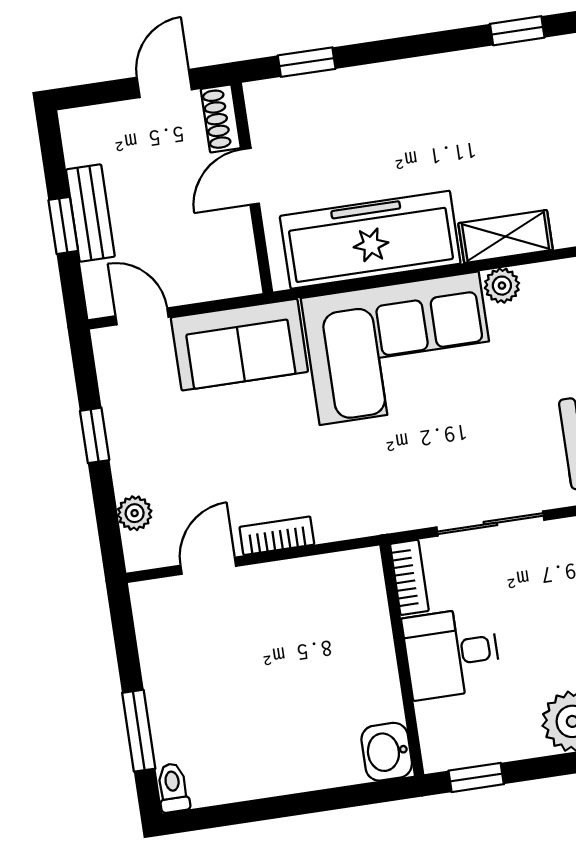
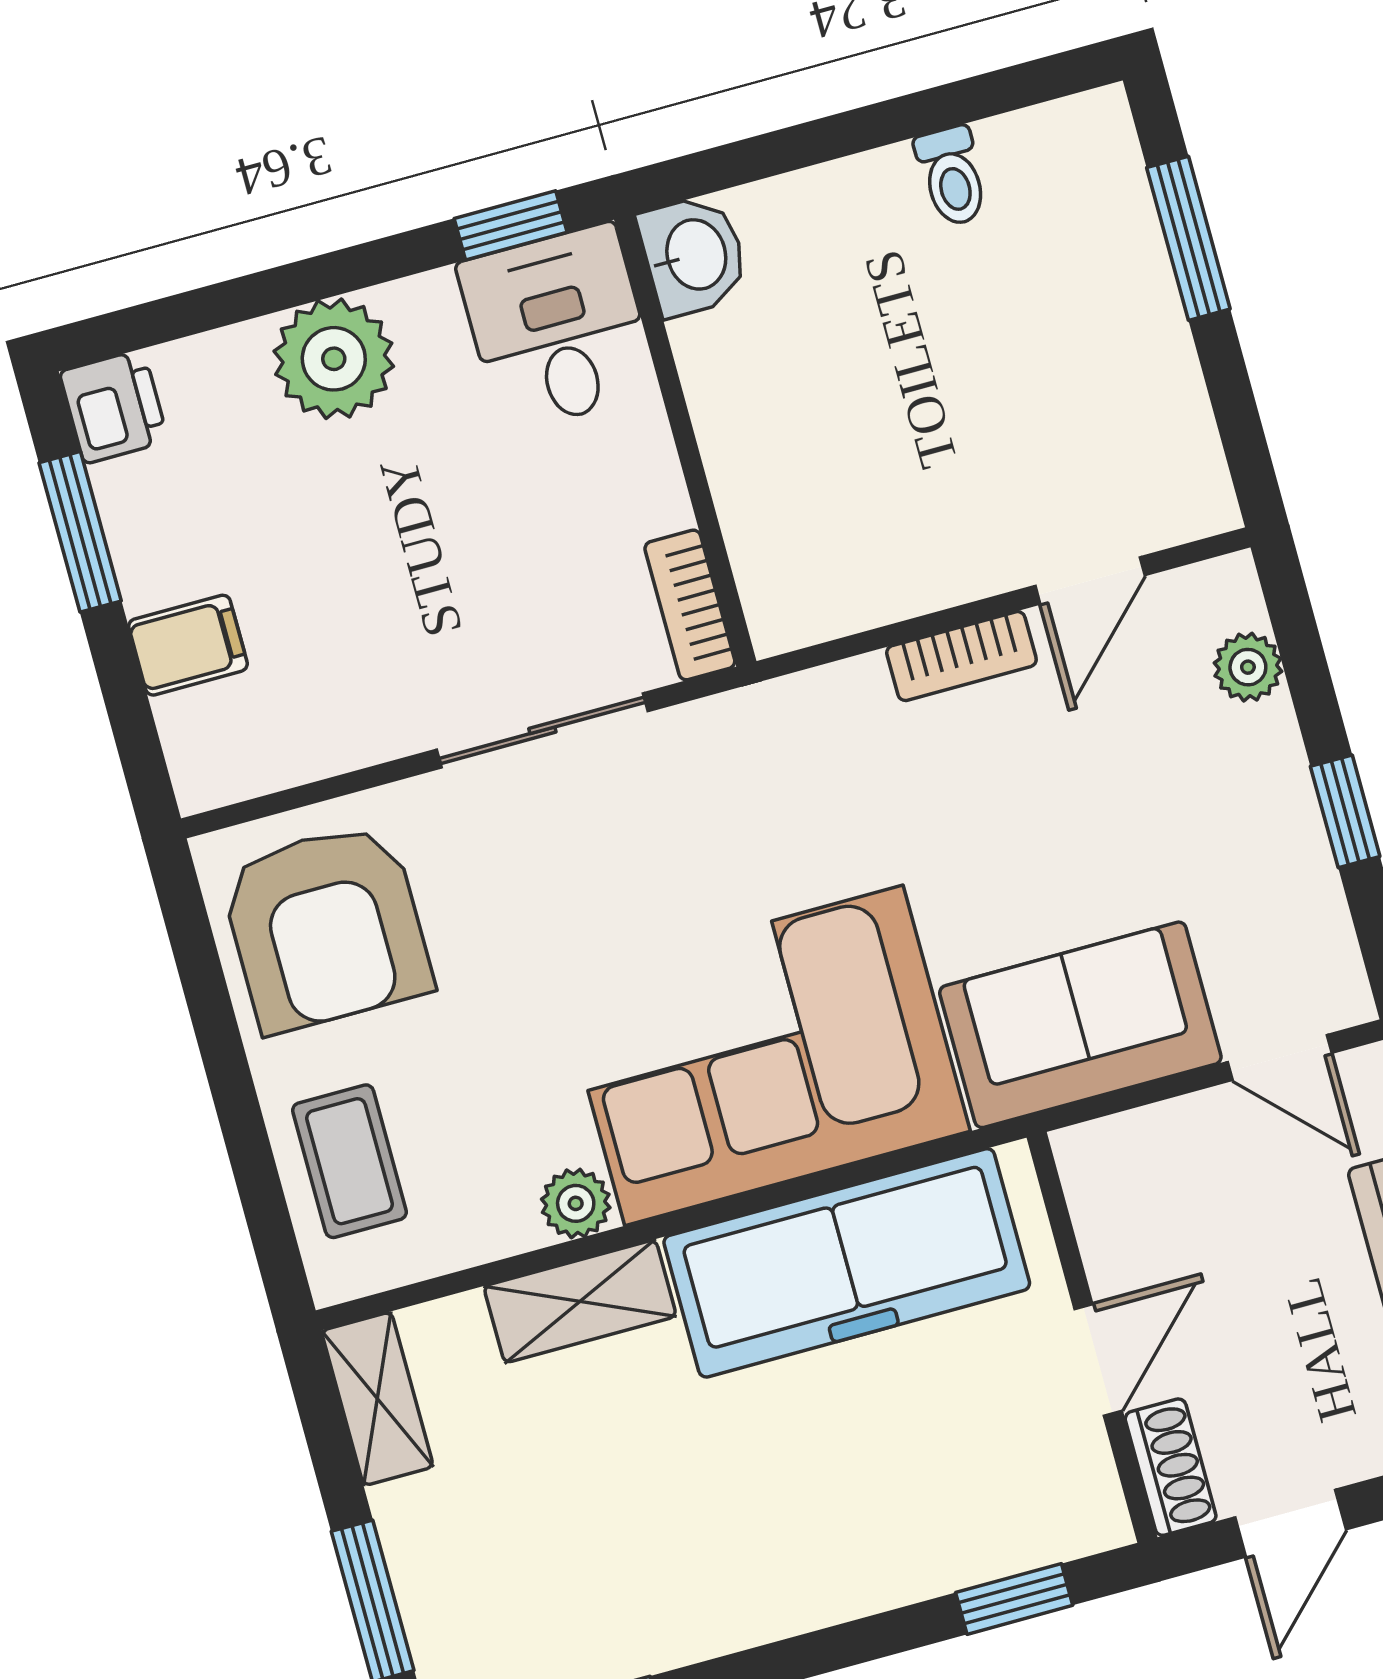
desk: (452, 653) -> (558, 328), moved, turned -90
toilet: (173, 788) -> (952, 176), moved

